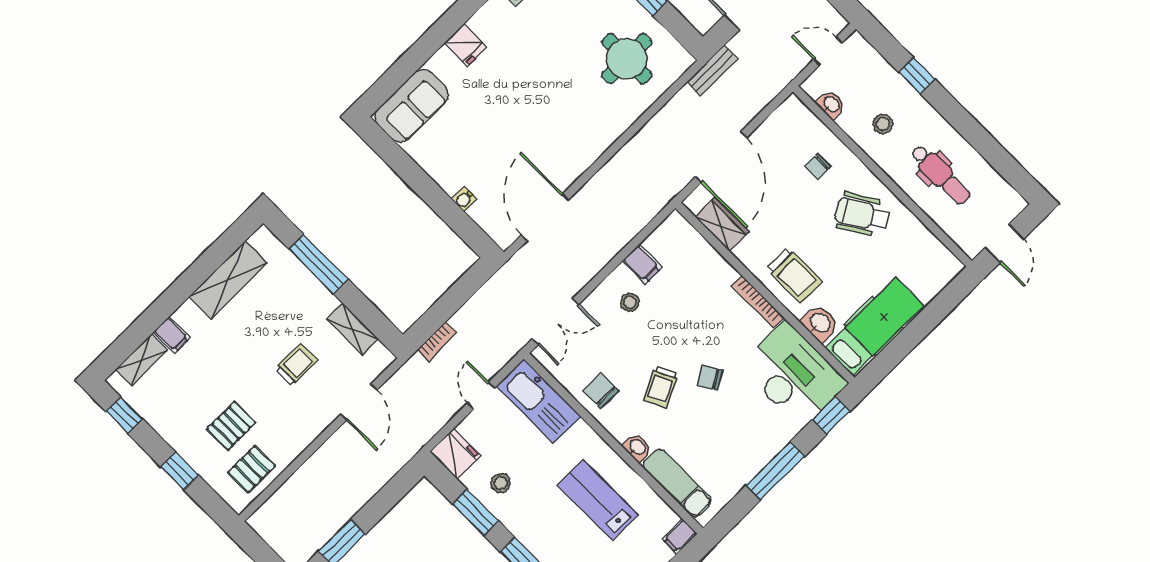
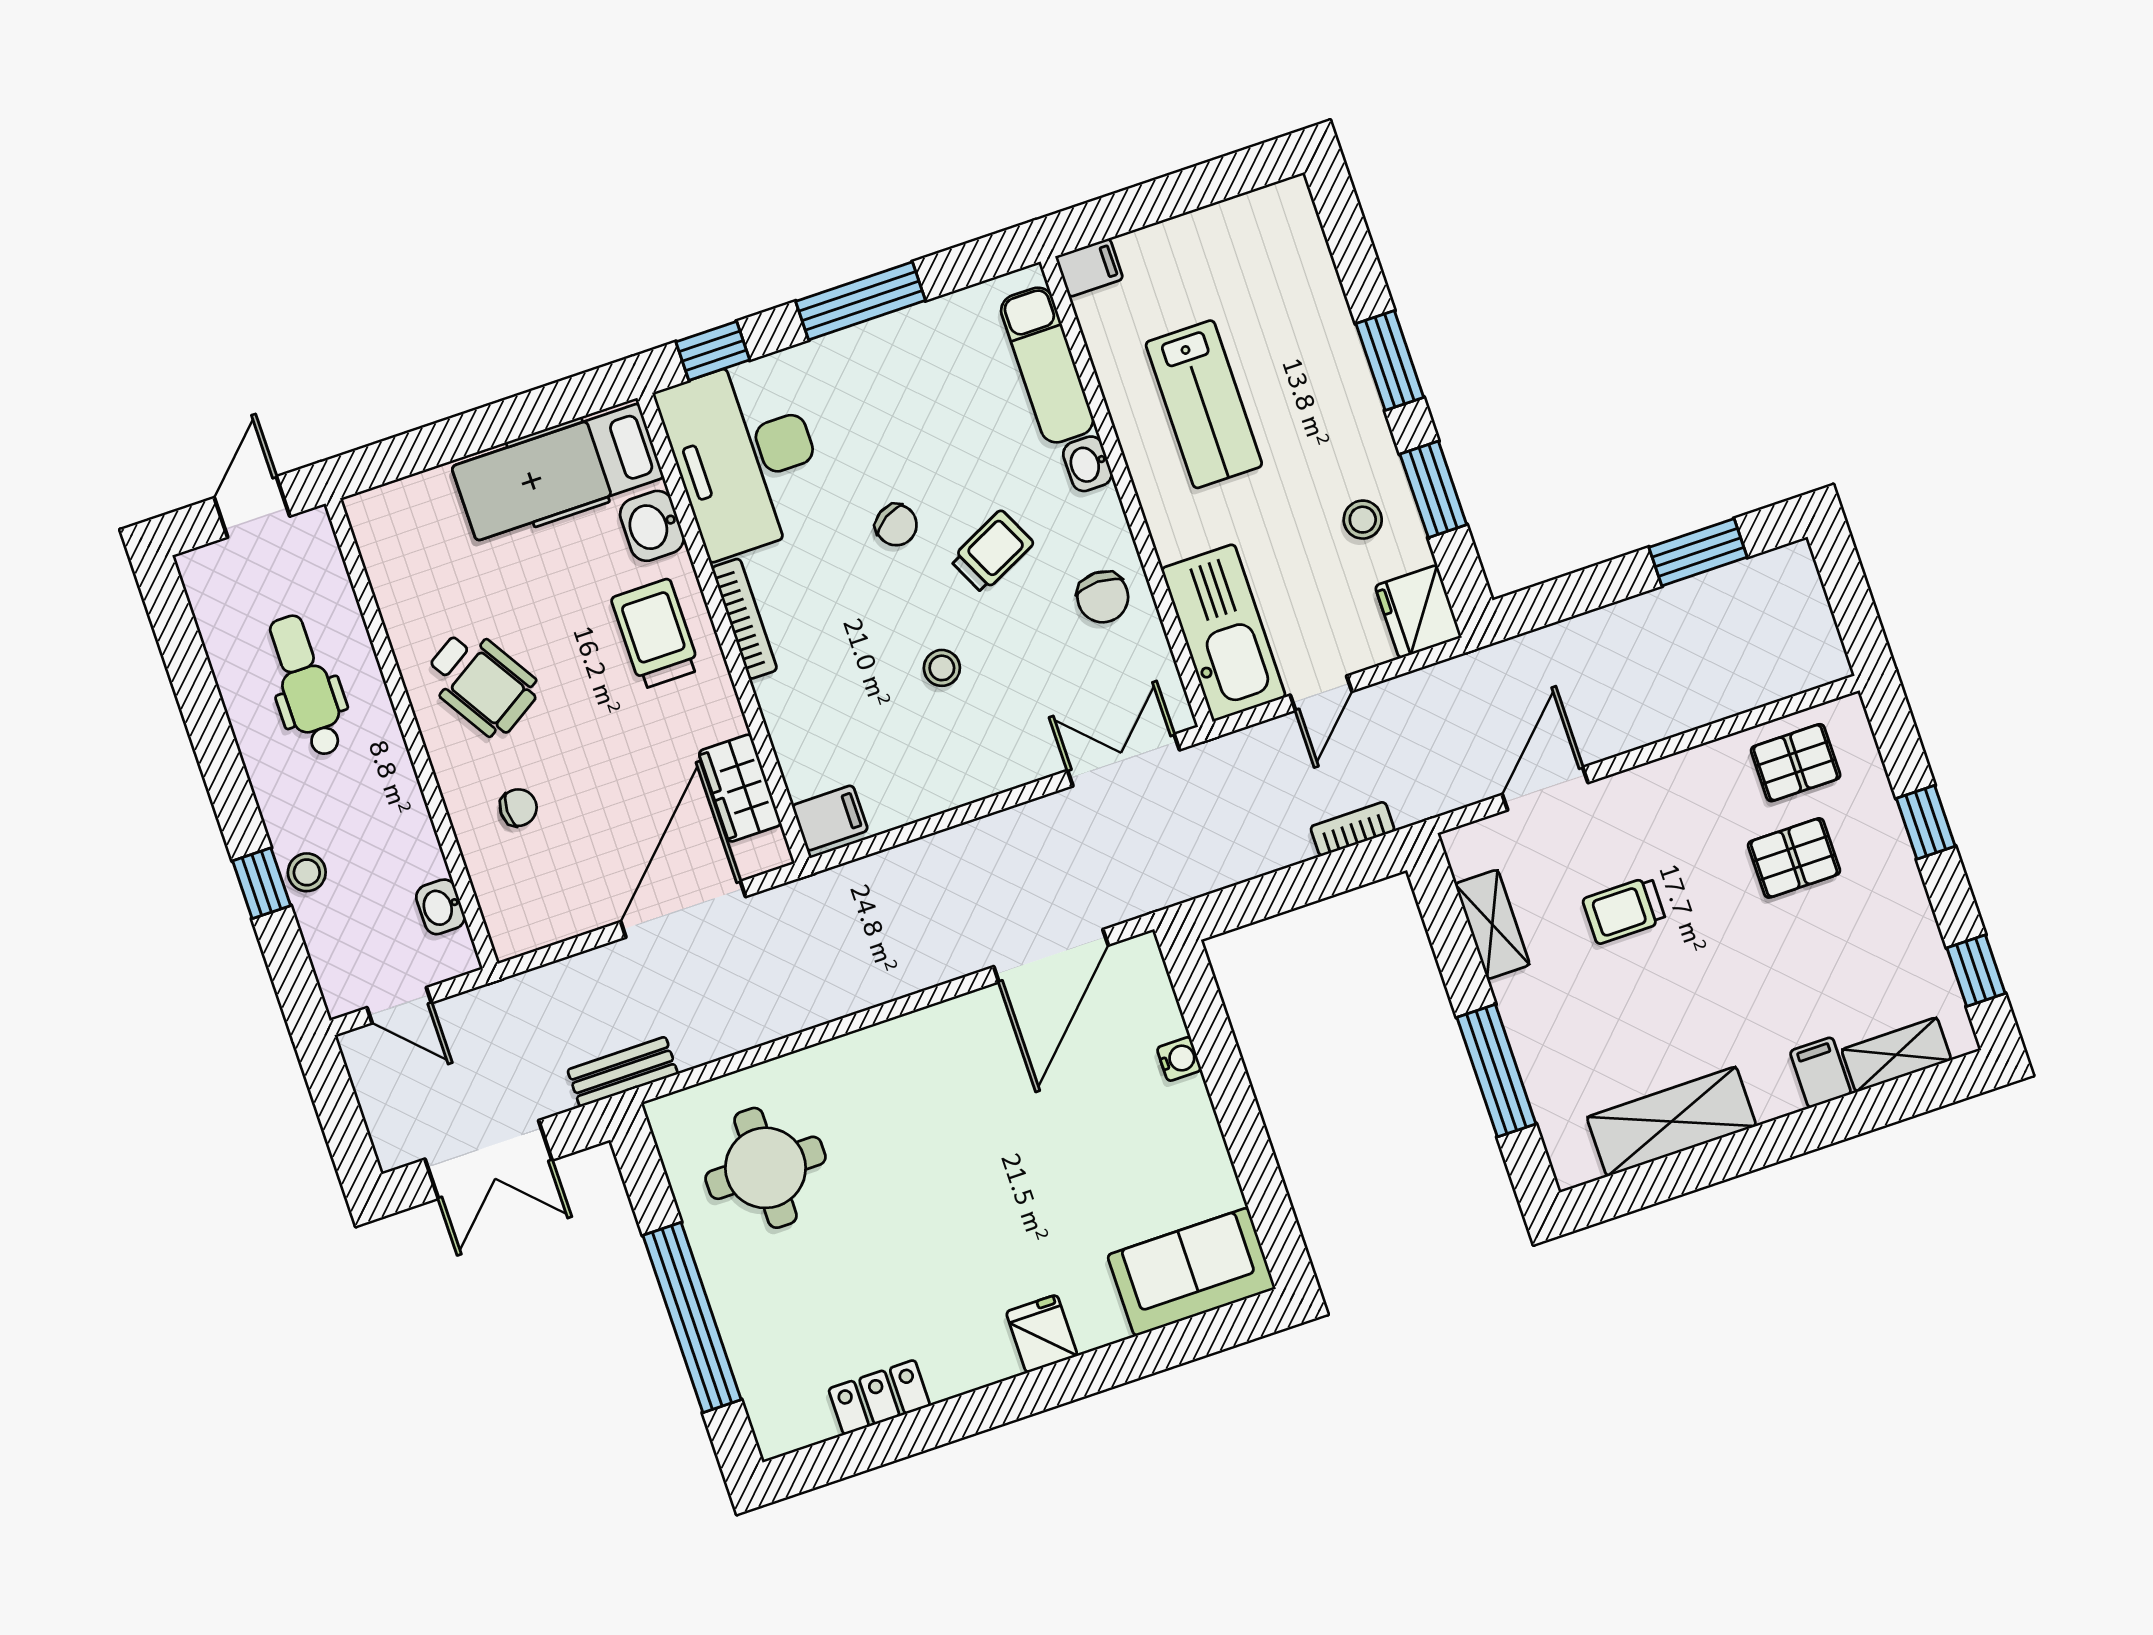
stool: (883, 124) -> (307, 872), moved
filing cabinet: (642, 264) -> (830, 818), moved, turned 90
stool: (630, 302) -> (942, 668), moved

